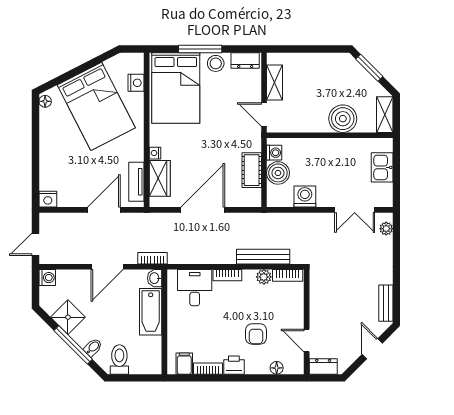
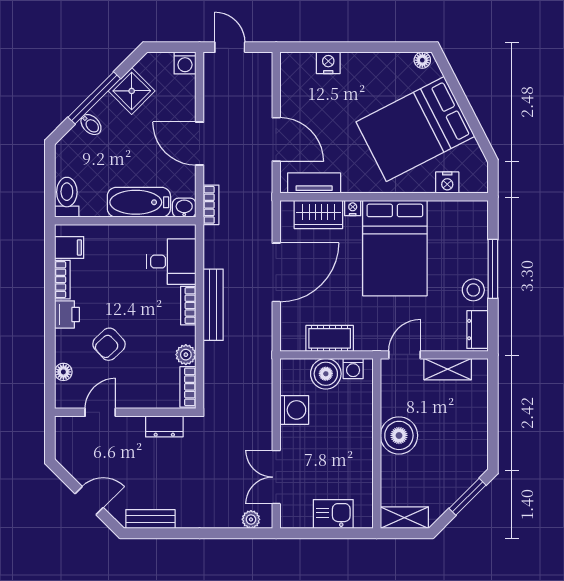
bed: (176, 88) -> (395, 248), moved, turned -90
boiler: (343, 119) -> (399, 435), moved
nightstand: (48, 199) -> (328, 63), moved, turned 90
door: (203, 210) -> (276, 272), hinge flipped
bench: (263, 257) -> (213, 305), moved
armchair: (256, 334) -> (109, 344), turned -43
toilet: (119, 359) -> (67, 197), moved, turned -90
dresser: (323, 366) -> (164, 426), moved, turned 90

